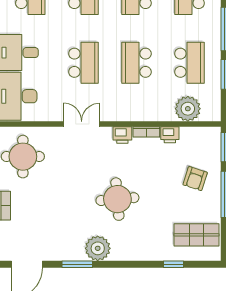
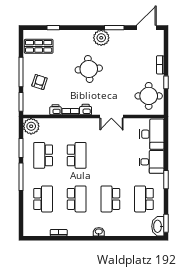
school desk: (83, 63) -> (110, 155), removed
plant: (188, 109) -> (31, 126), moved

